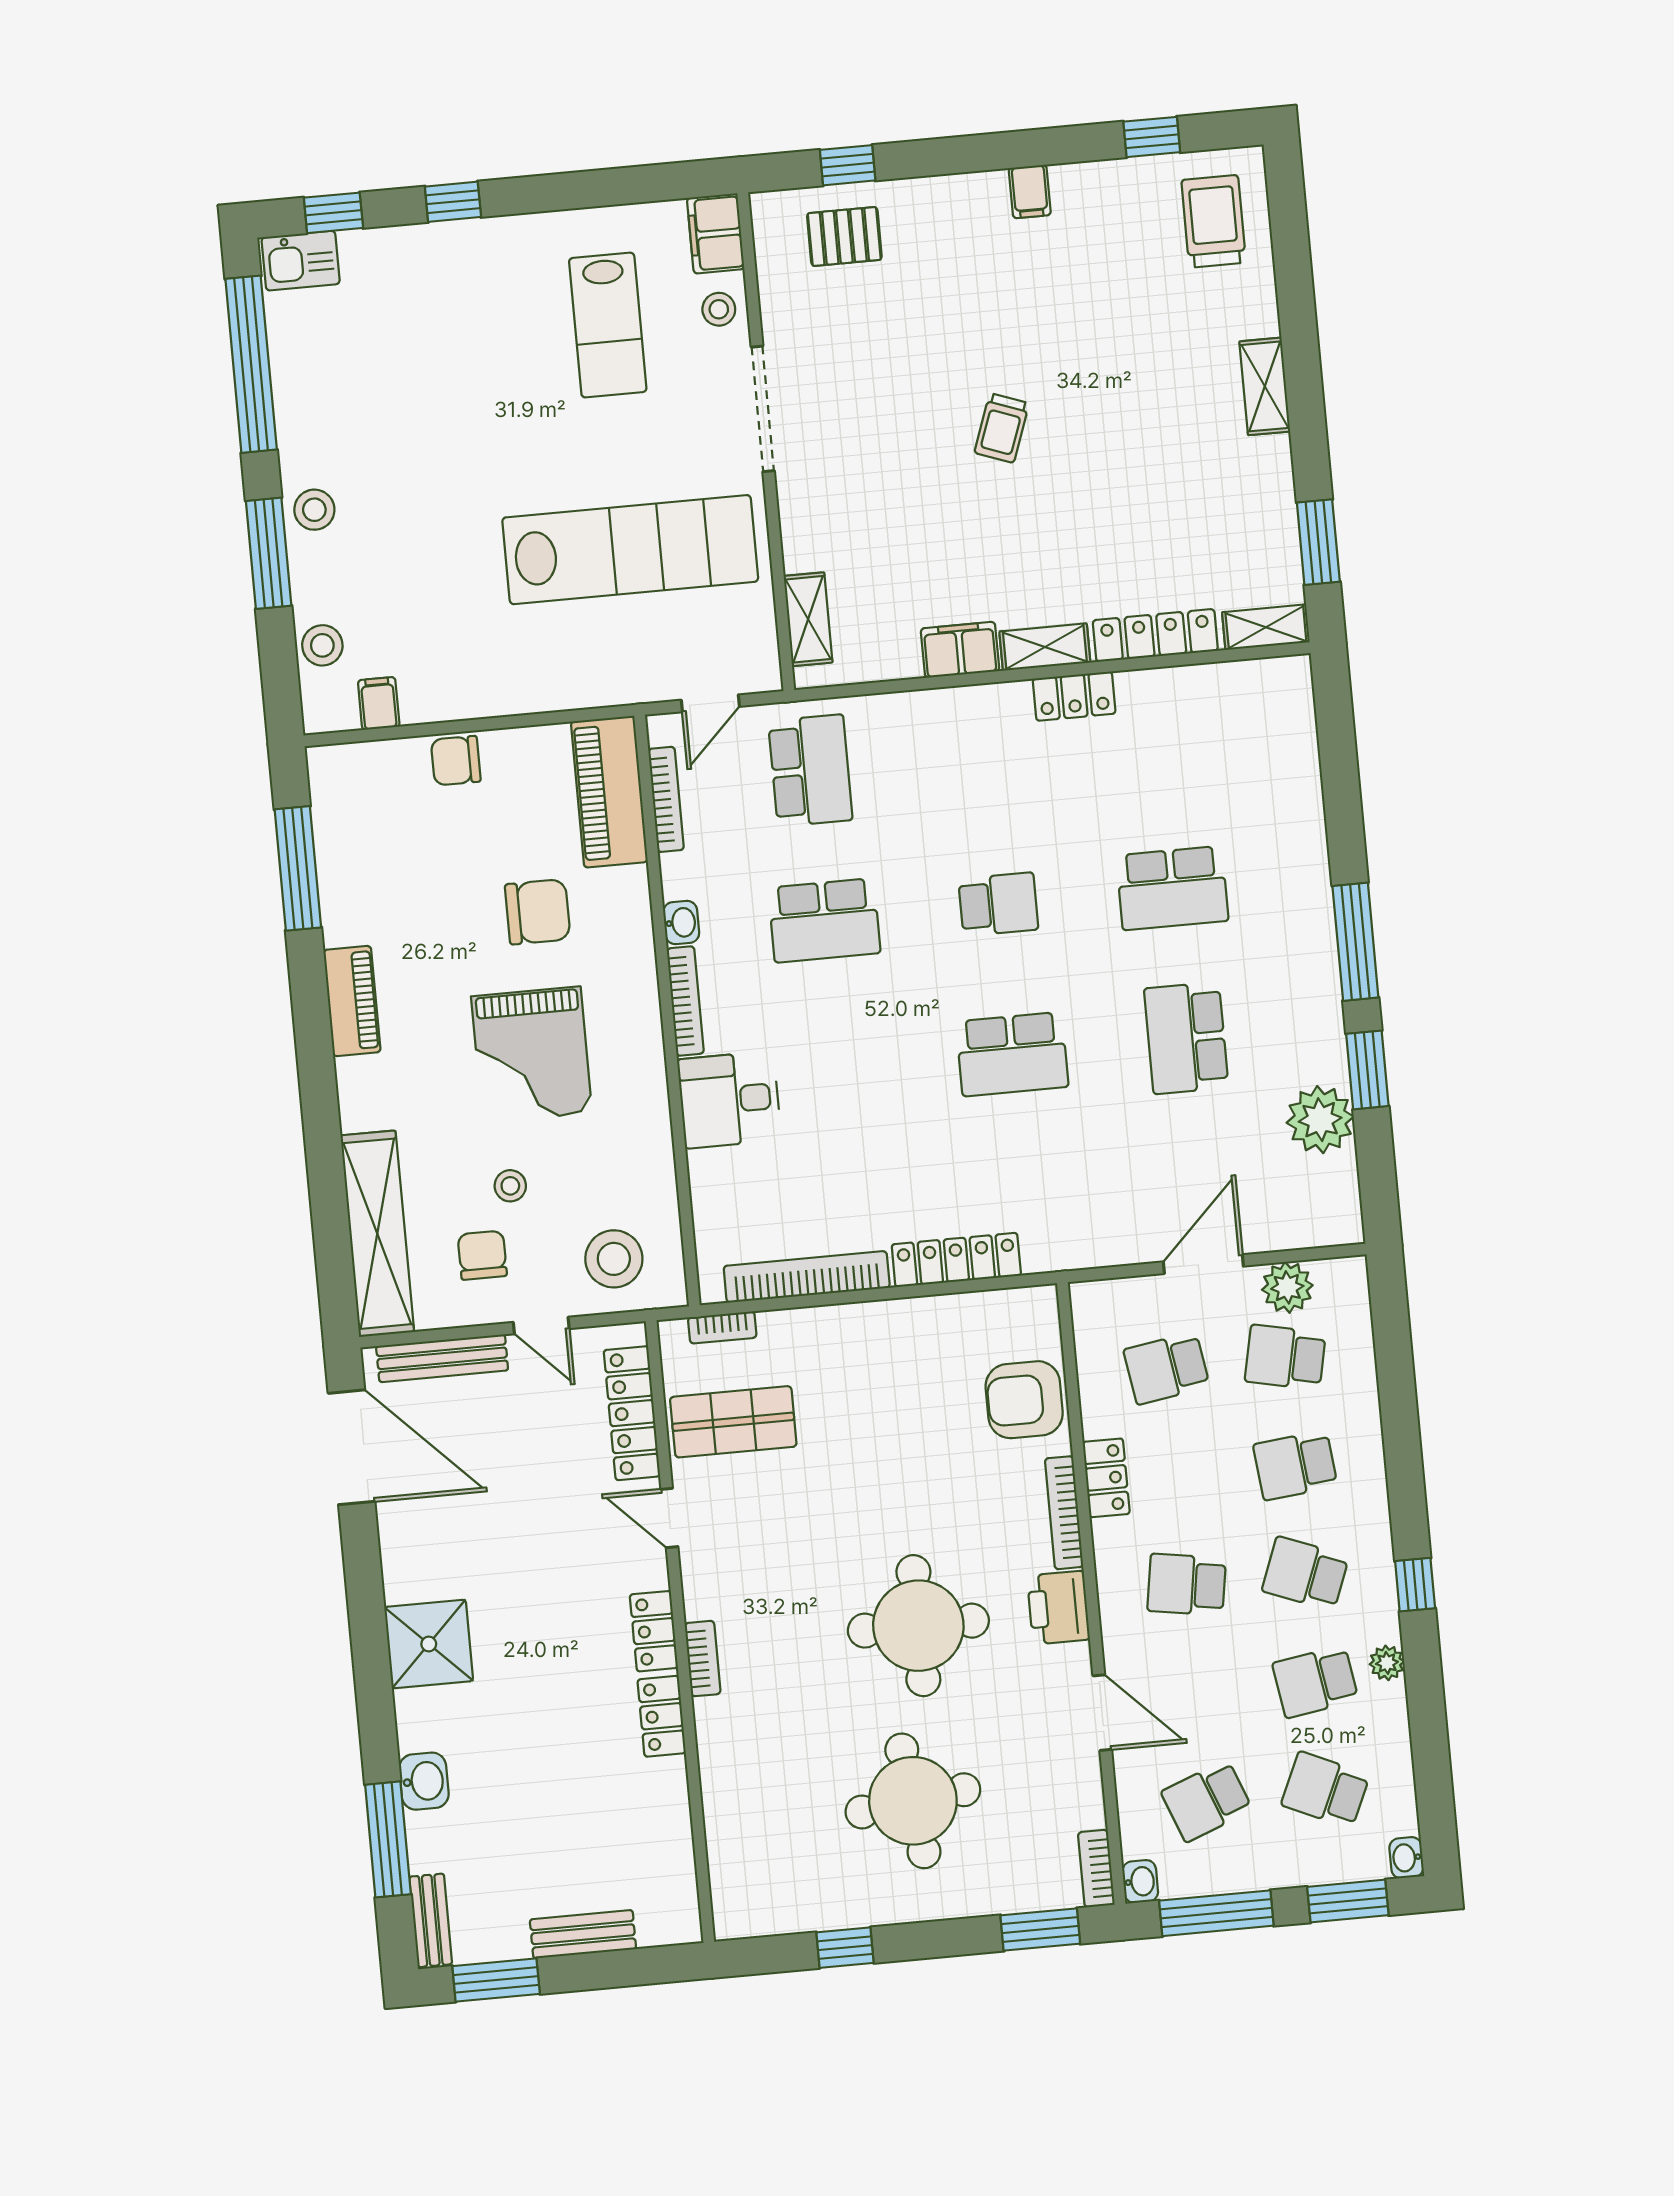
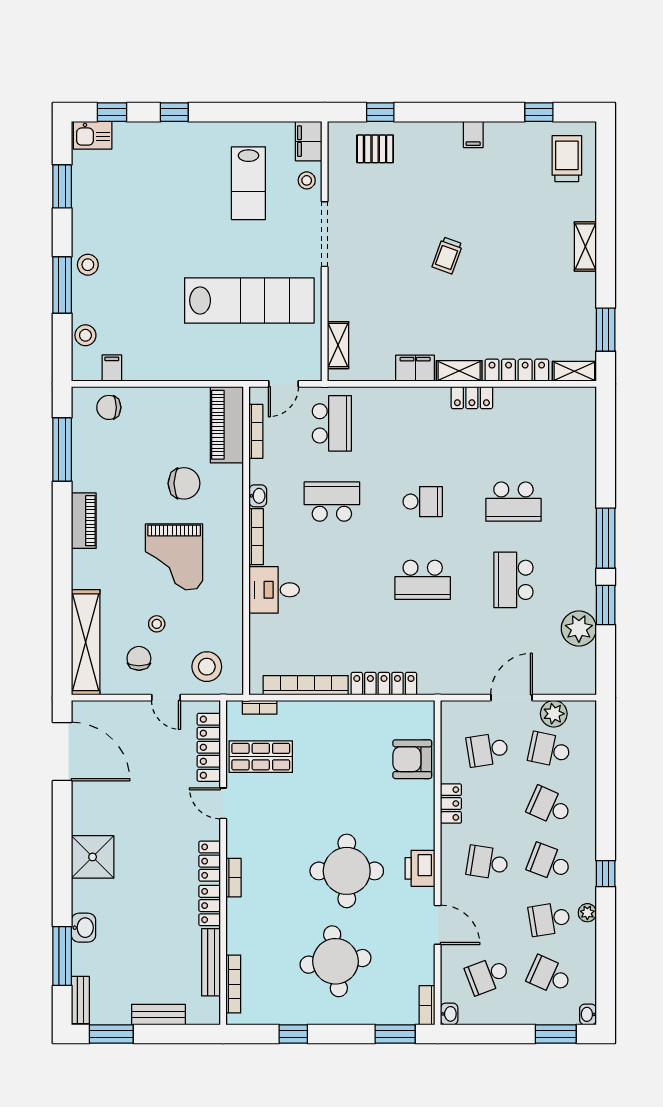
window: (251, 364) -> (62, 186), width x0.47
chair: (456, 761) -> (109, 407), moved
school desk: (824, 920) -> (332, 502), turned 180
bench: (442, 1358) -> (211, 962), moved, turned 90
school desk: (1295, 1465) -> (549, 806), turned 30
bookcase: (1064, 1513) -> (233, 984), moved, turned 180
window: (1216, 1913) -> (487, 1034), removed

